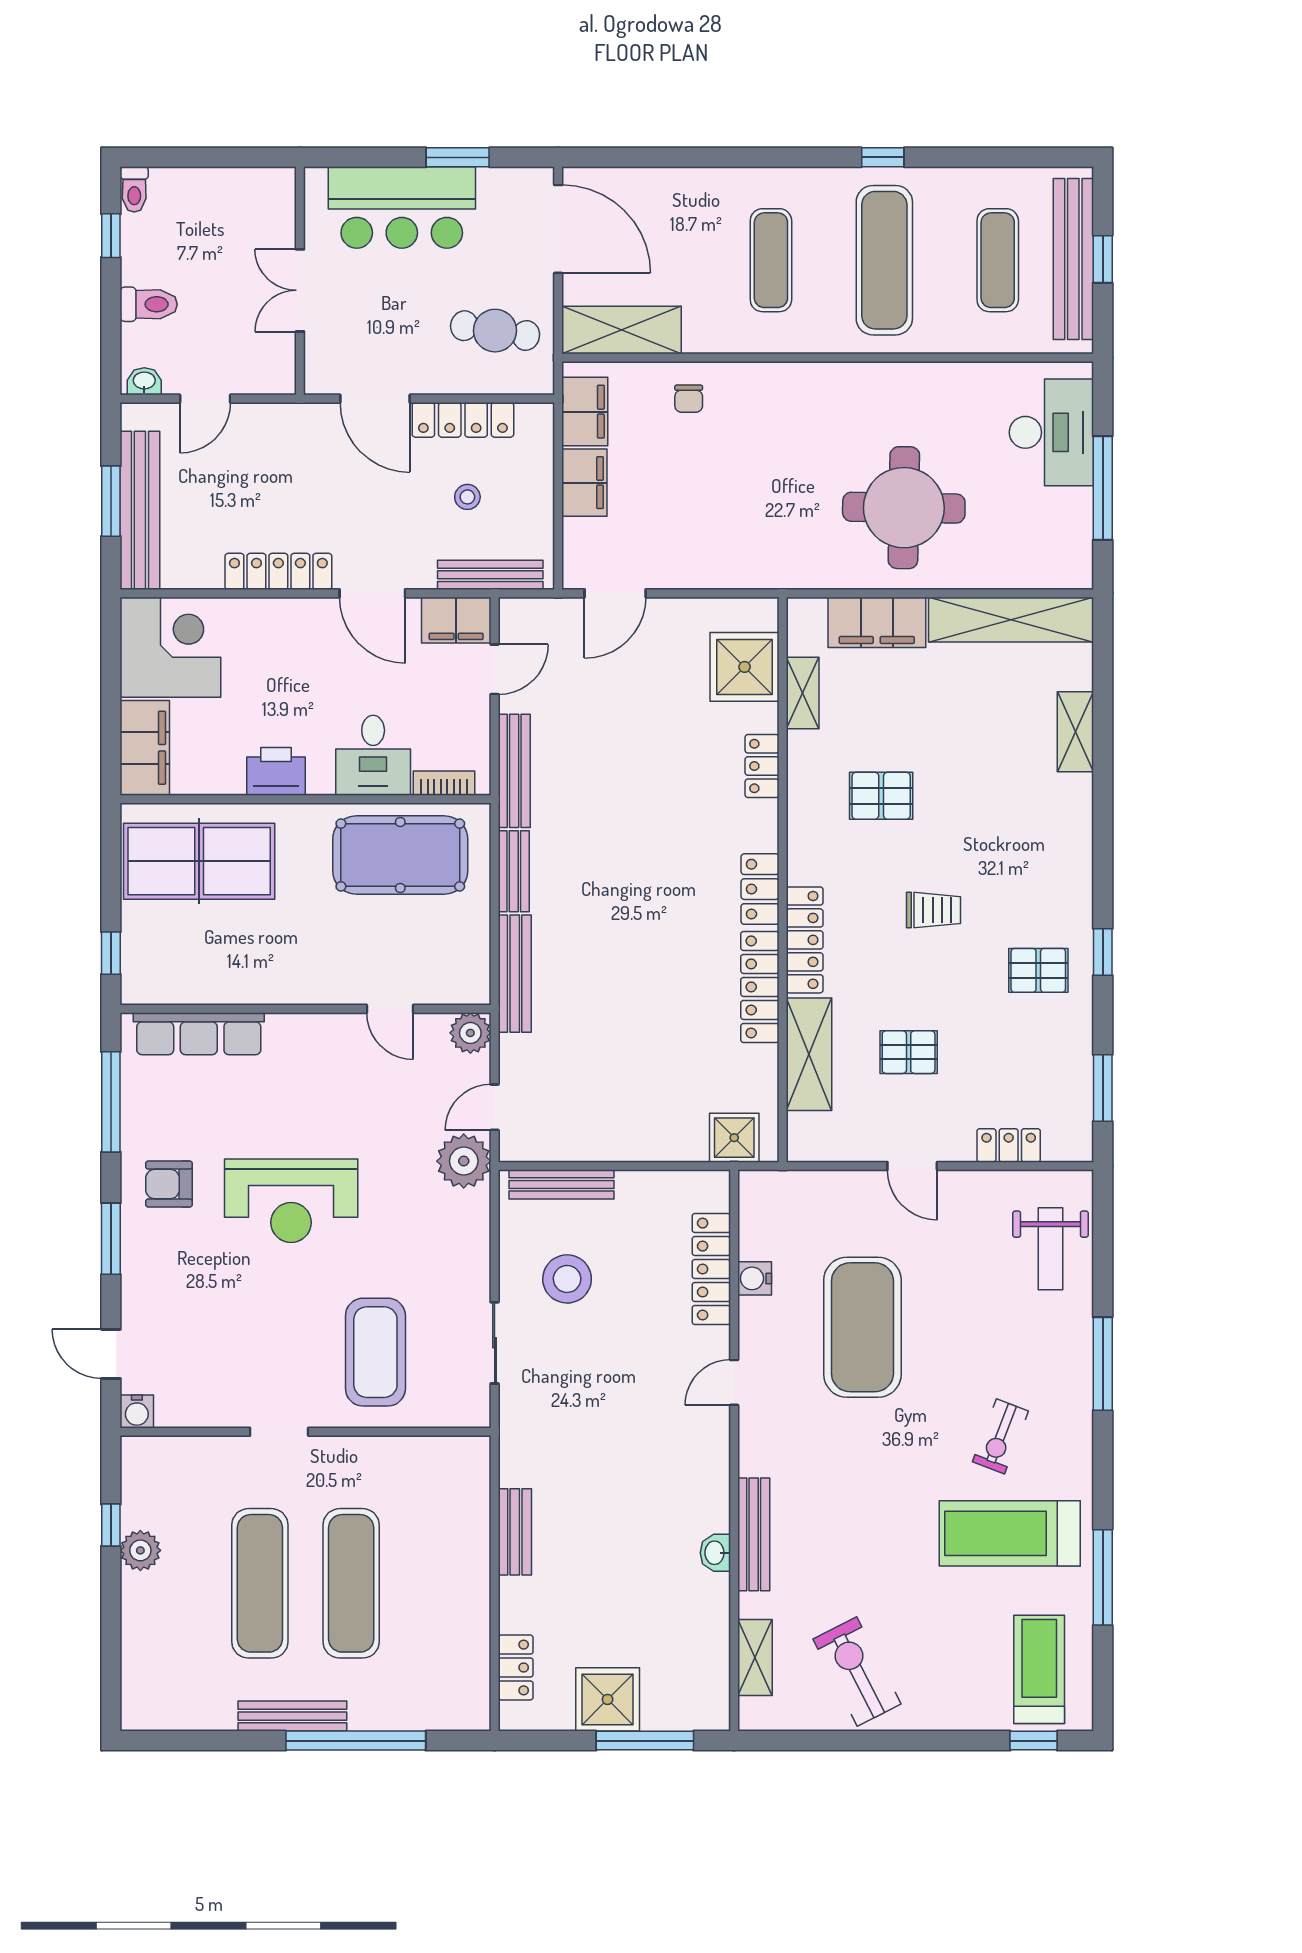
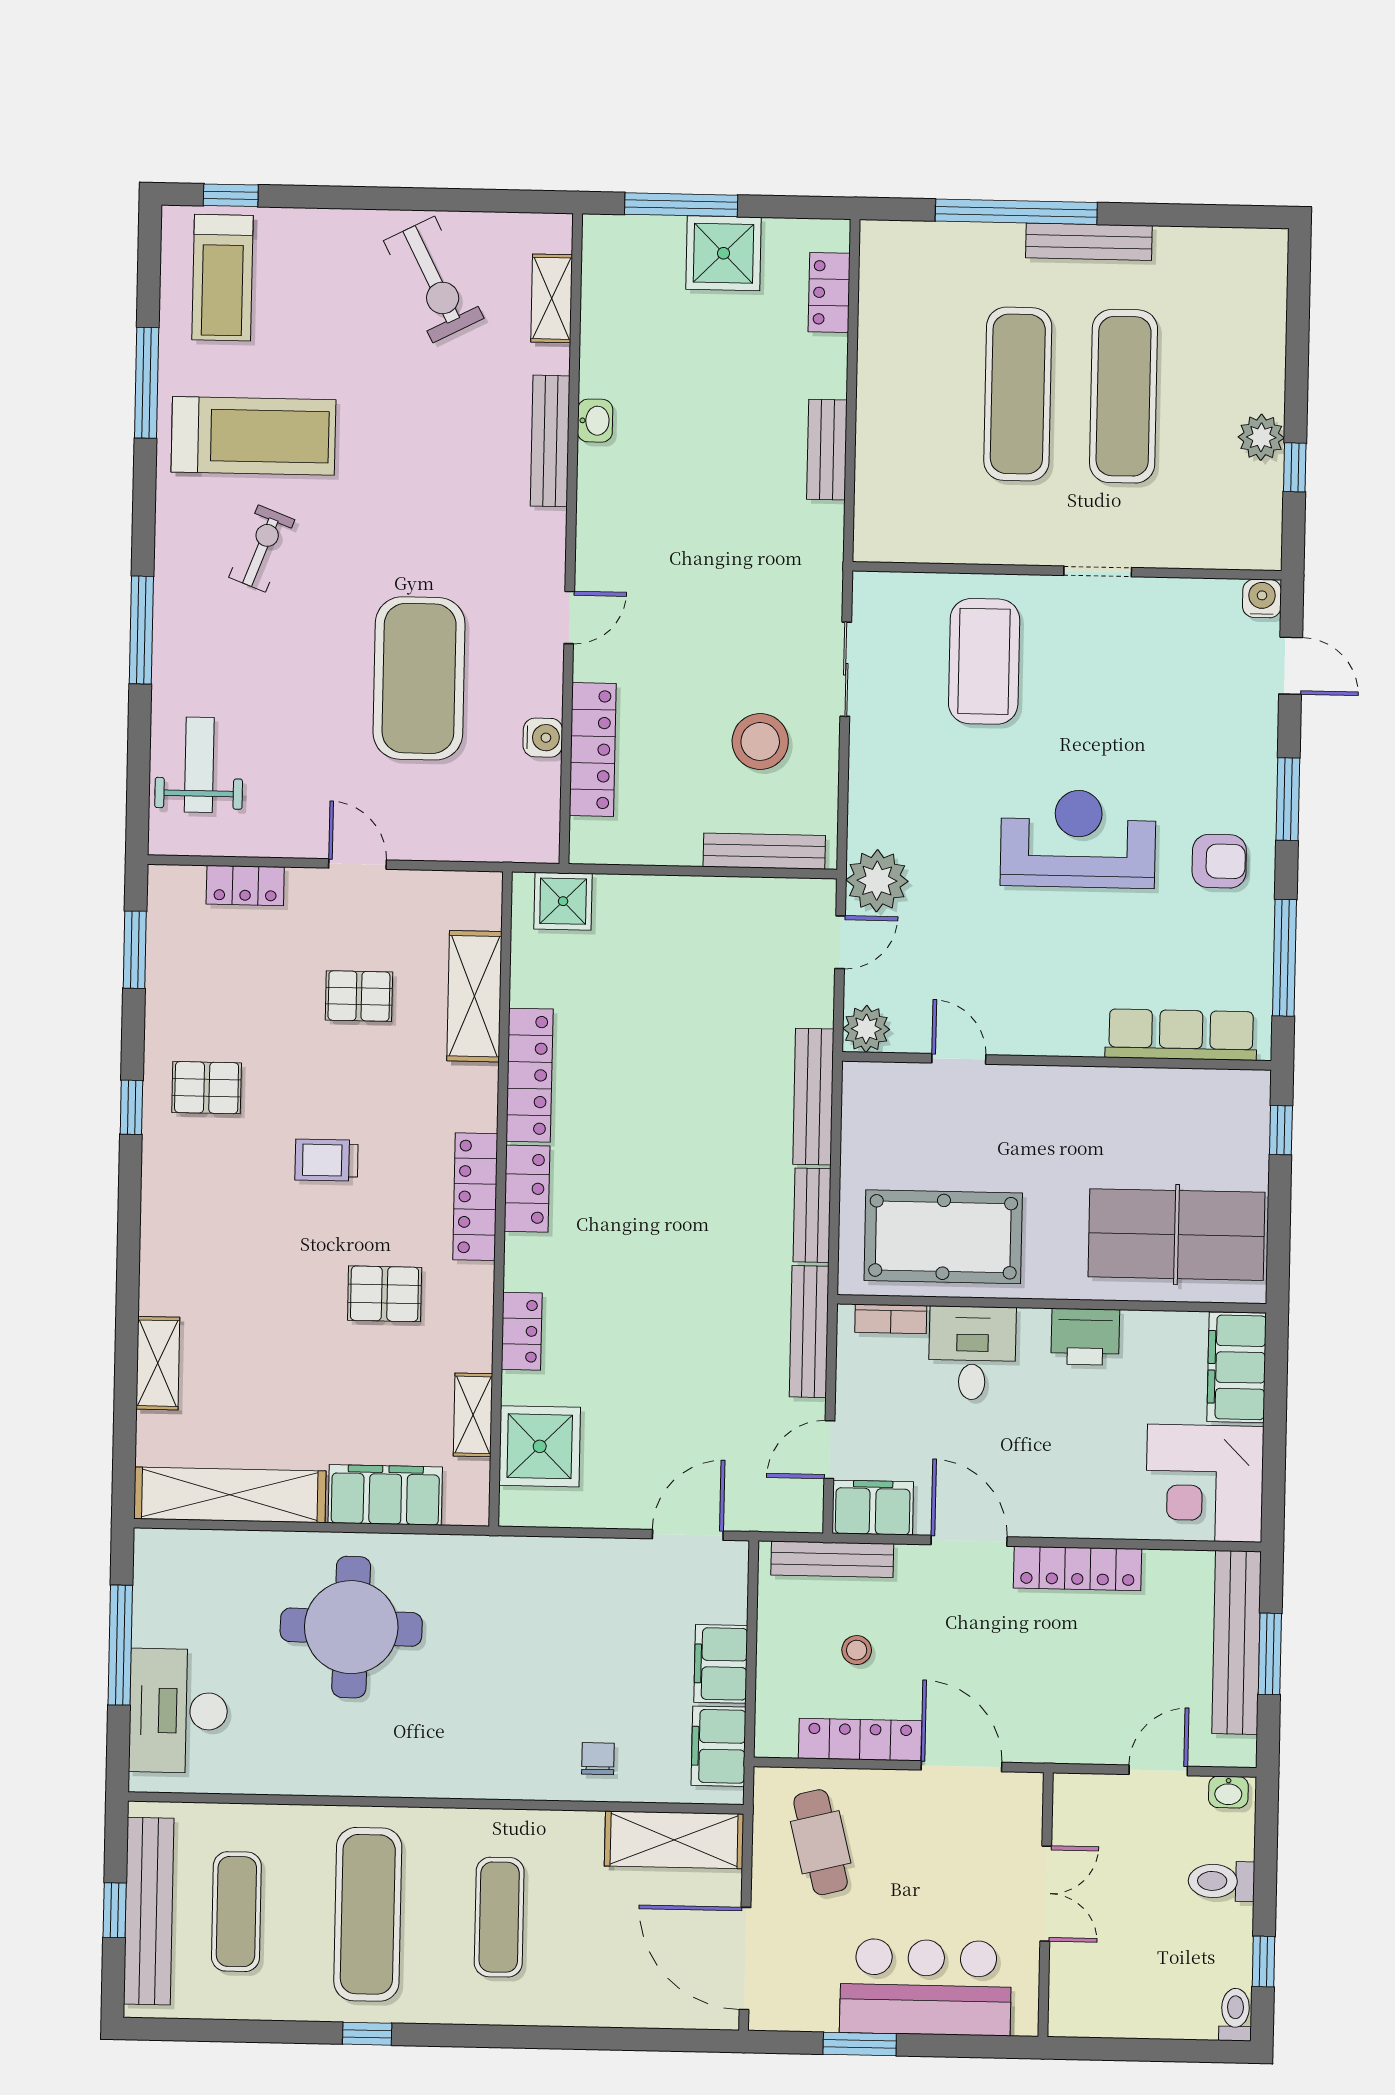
cafe table: (495, 331) -> (821, 1842), turned 67
locker: (805, 940) -> (475, 1197), moved

